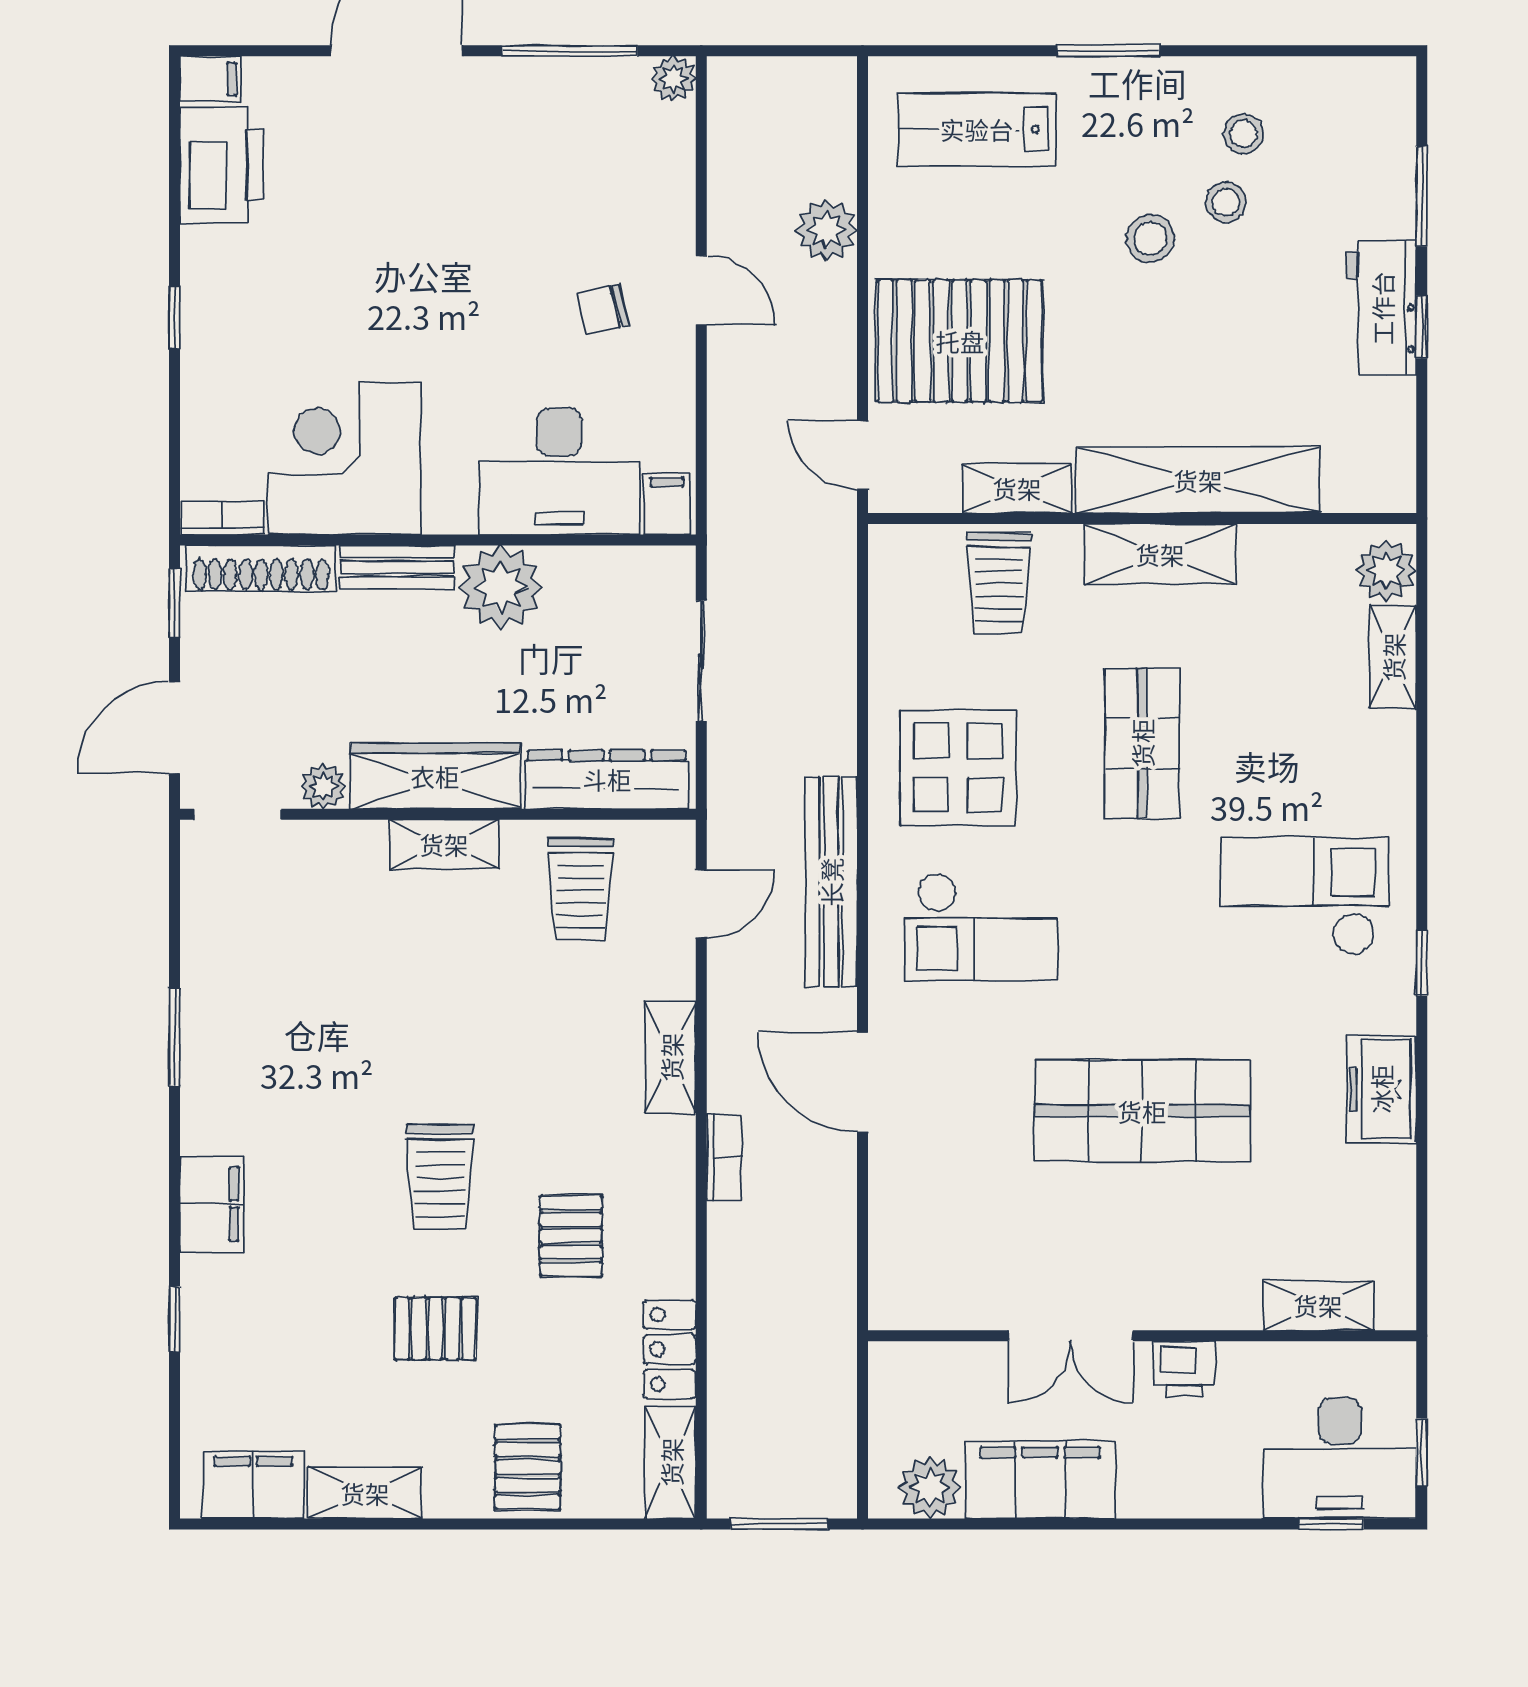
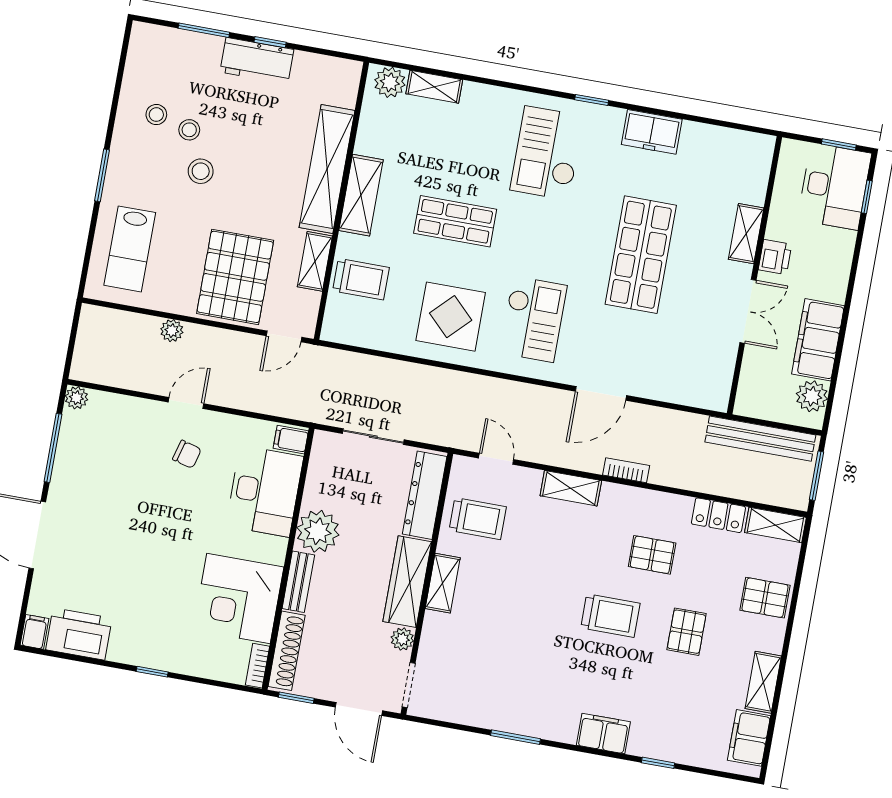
plant: (827, 230) -> (172, 331), width x0.73, depth x0.73
chair: (603, 310) -> (187, 454), turned -61
bench: (831, 882) -> (760, 439), moved
shelving: (1318, 1305) -> (746, 234), moved

